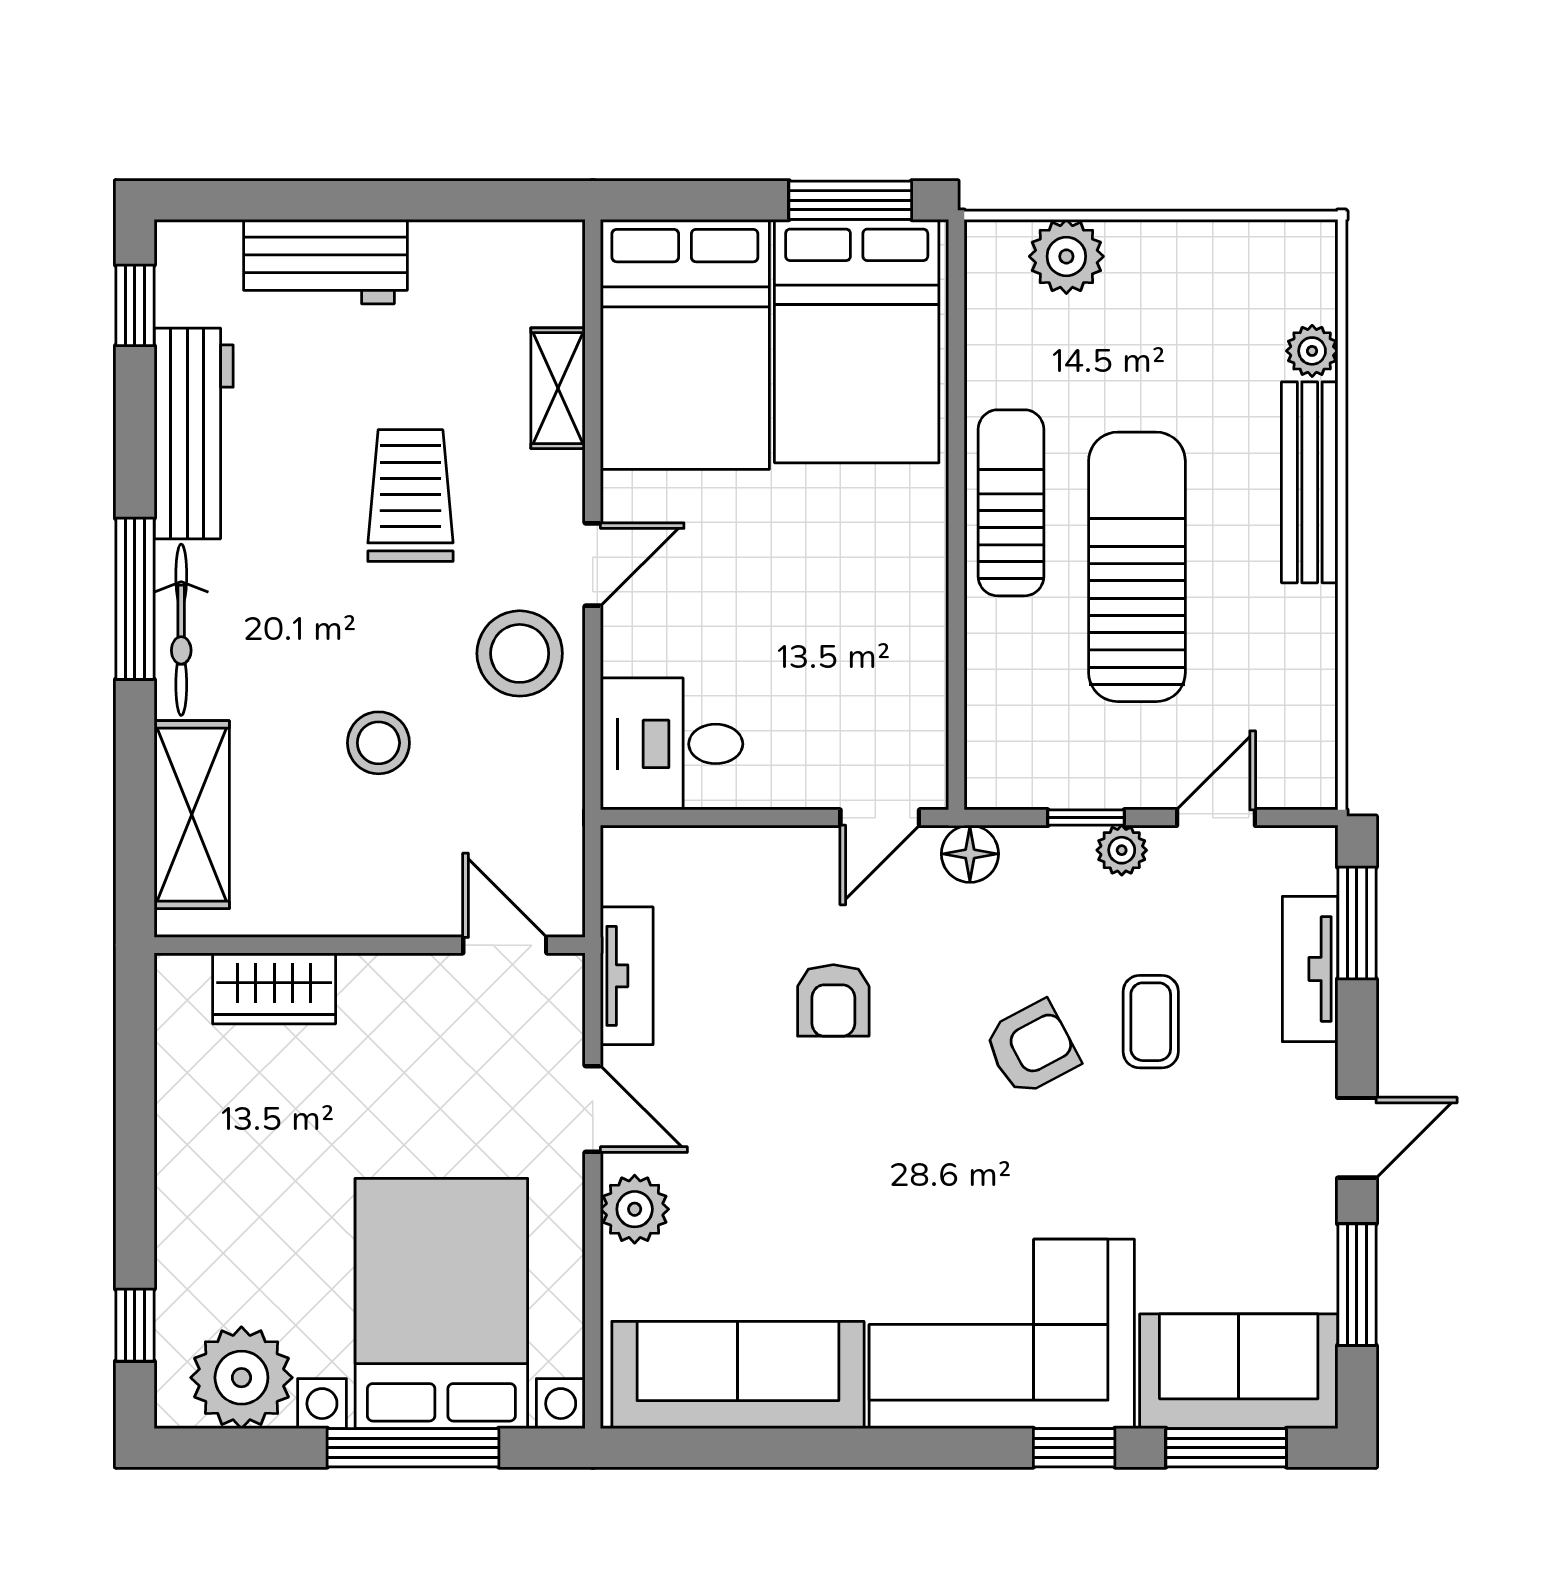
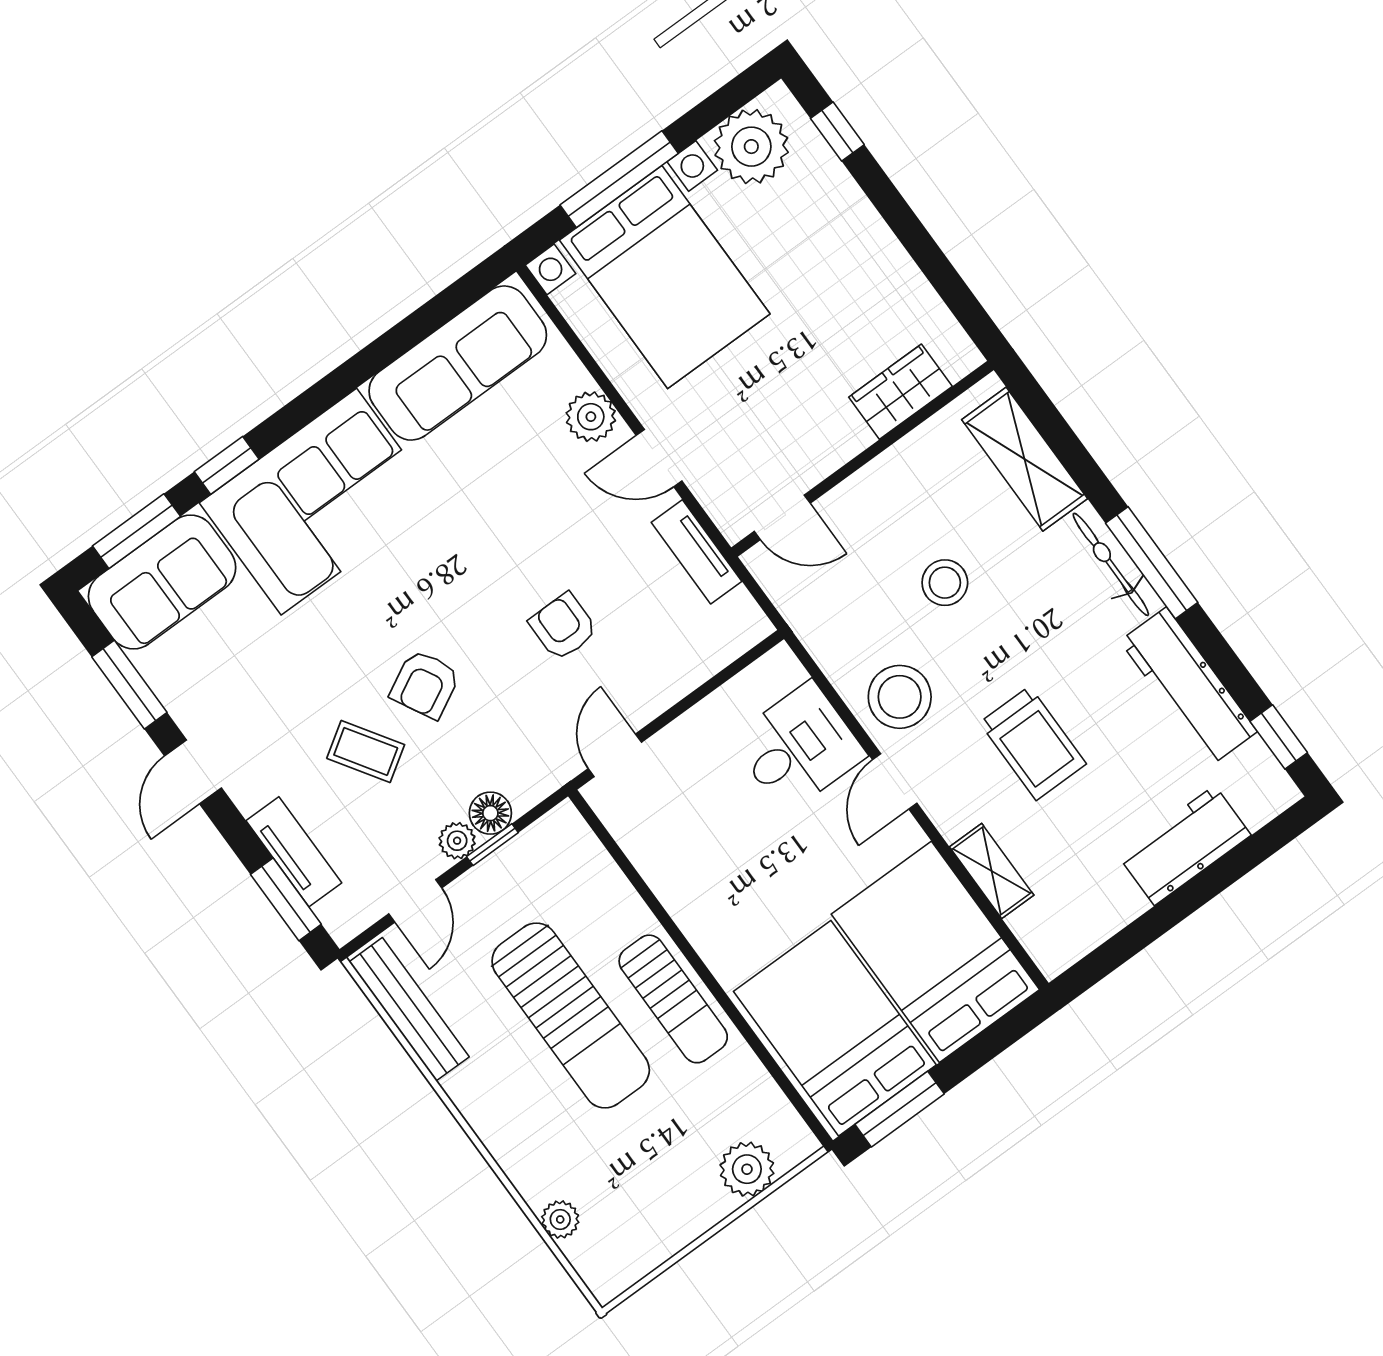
bench: (1310, 482) -> (409, 1009), moved
desk: (672, 744) -> (798, 747), moved
floor lamp: (970, 854) -> (490, 813), moved
coffee table: (1151, 1022) -> (366, 751), turned -33

